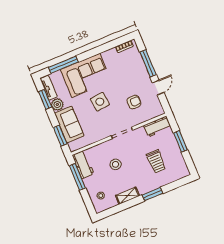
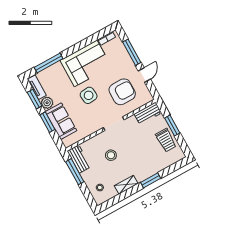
corner sofa: (86, 75) -> (86, 63), moved
armchair: (134, 102) -> (122, 92), width x1.88, depth x1.88
window: (60, 136) -> (47, 122), moved
trolley: (156, 161) -> (166, 140), moved

